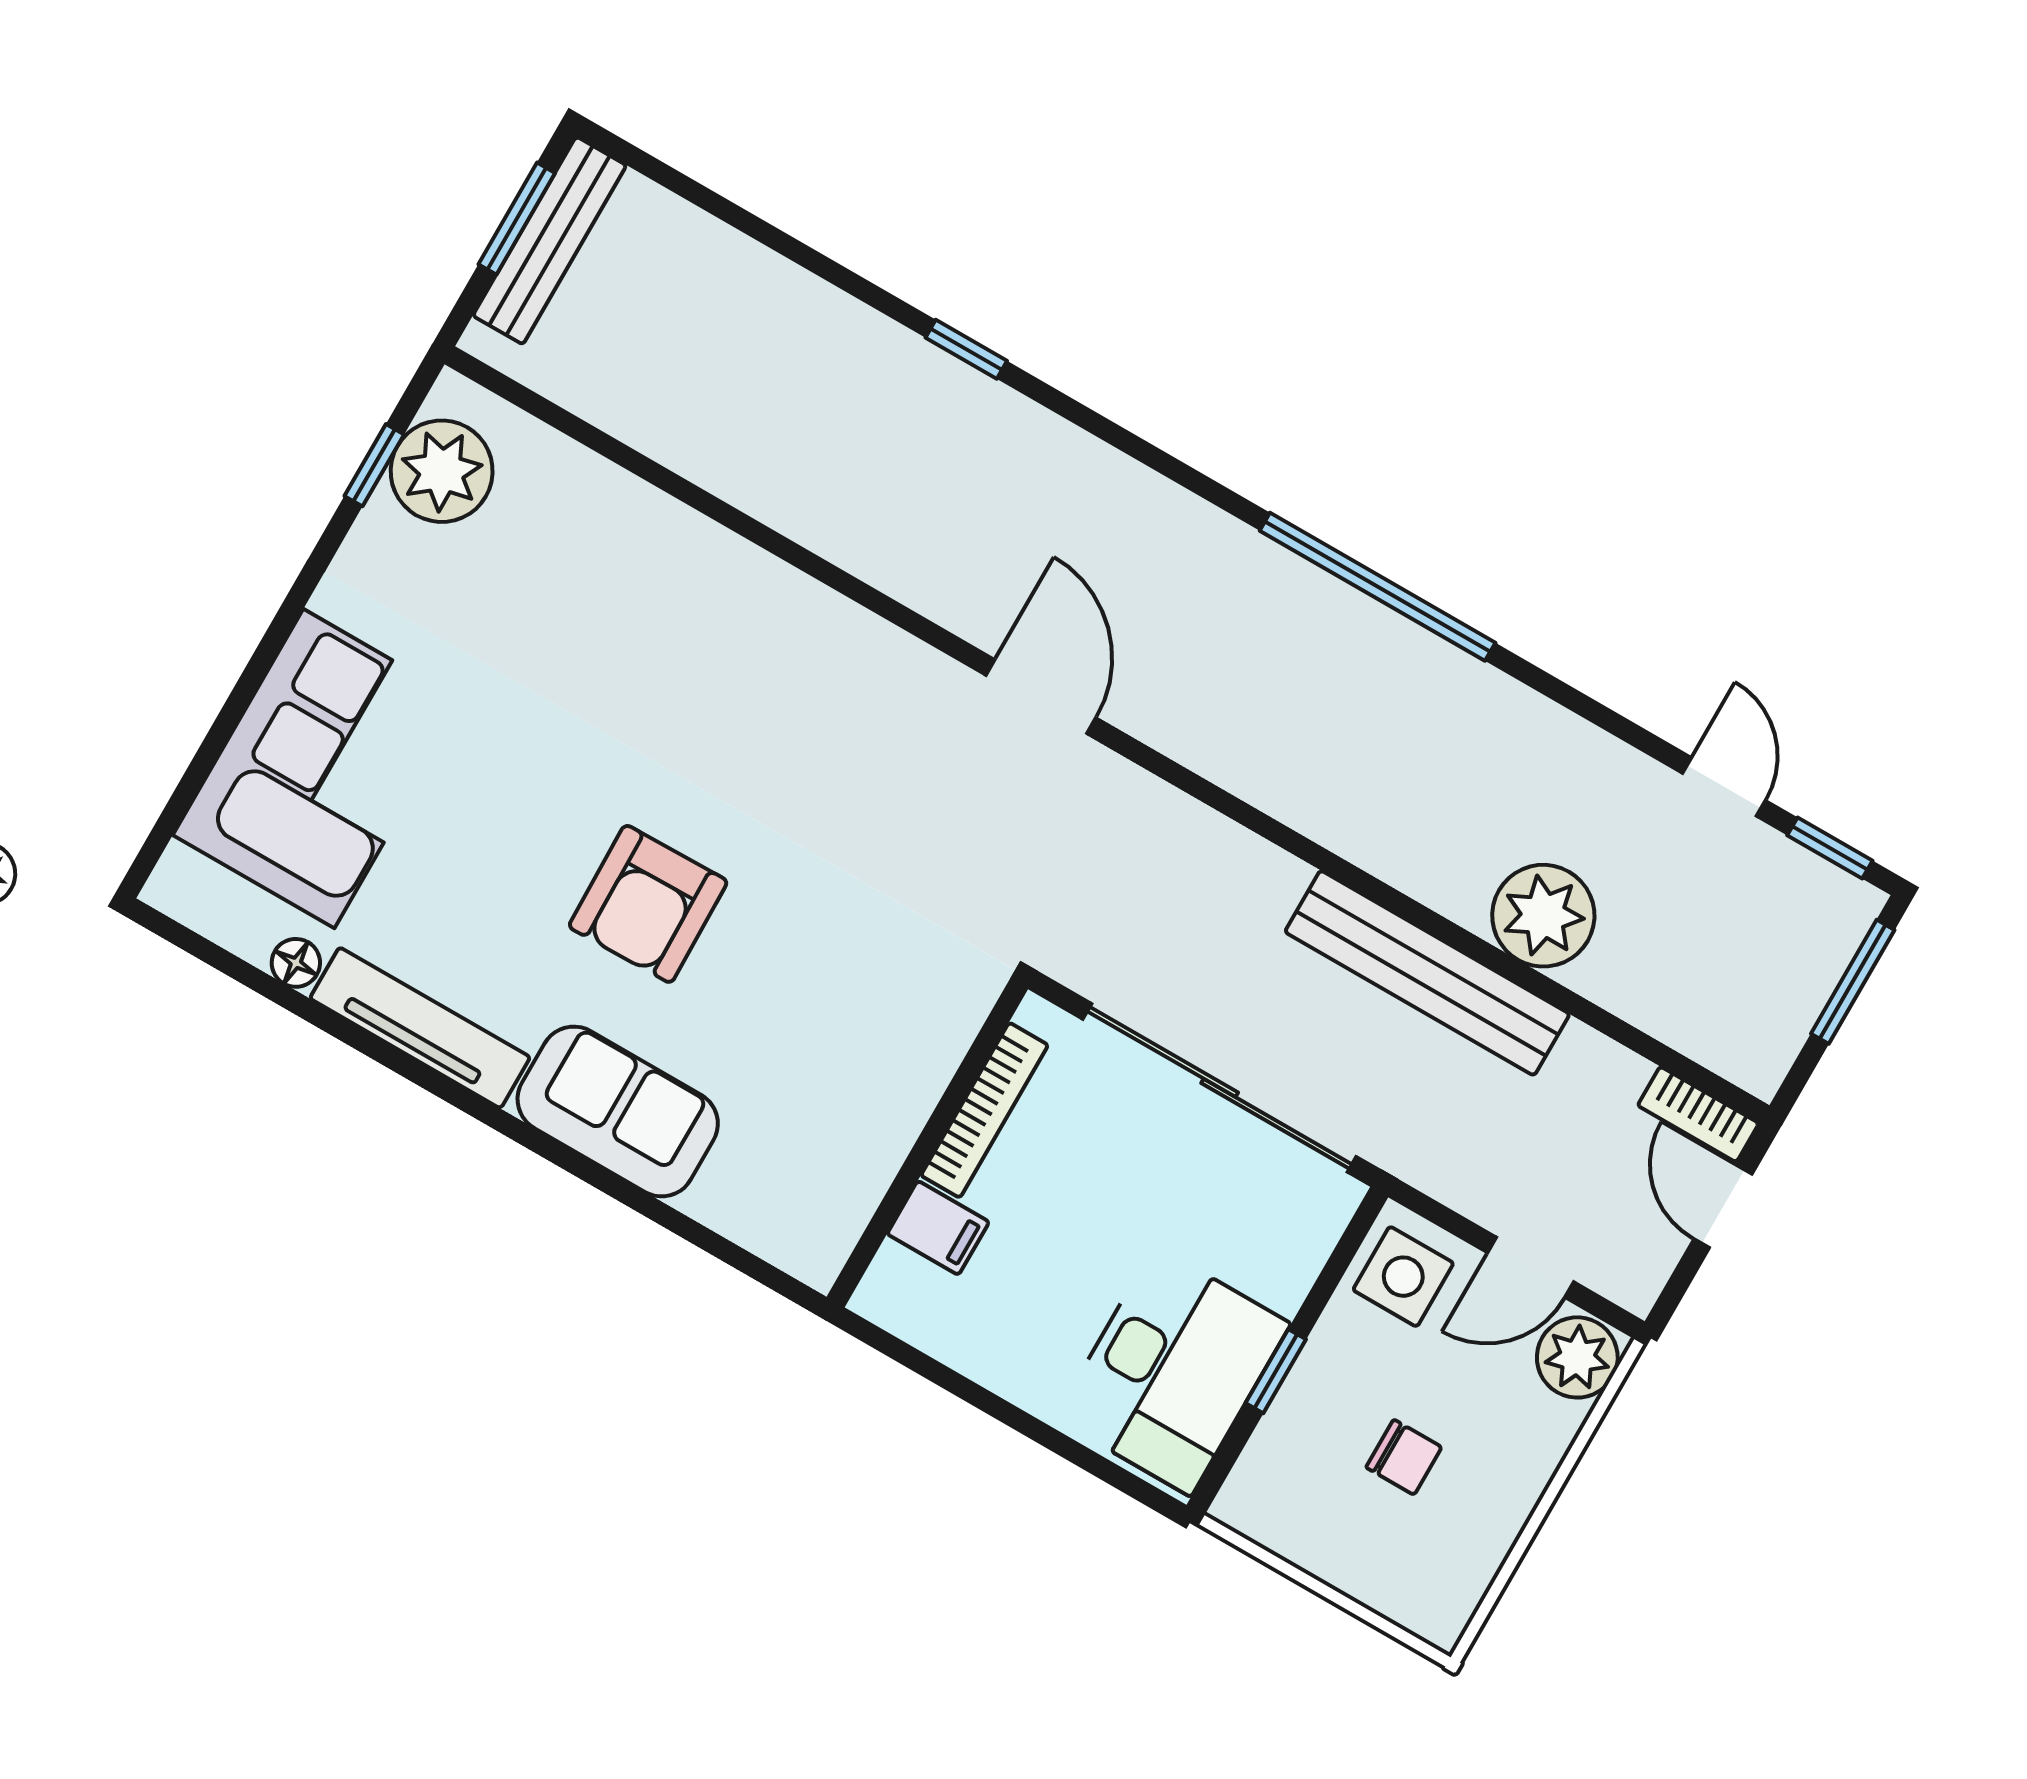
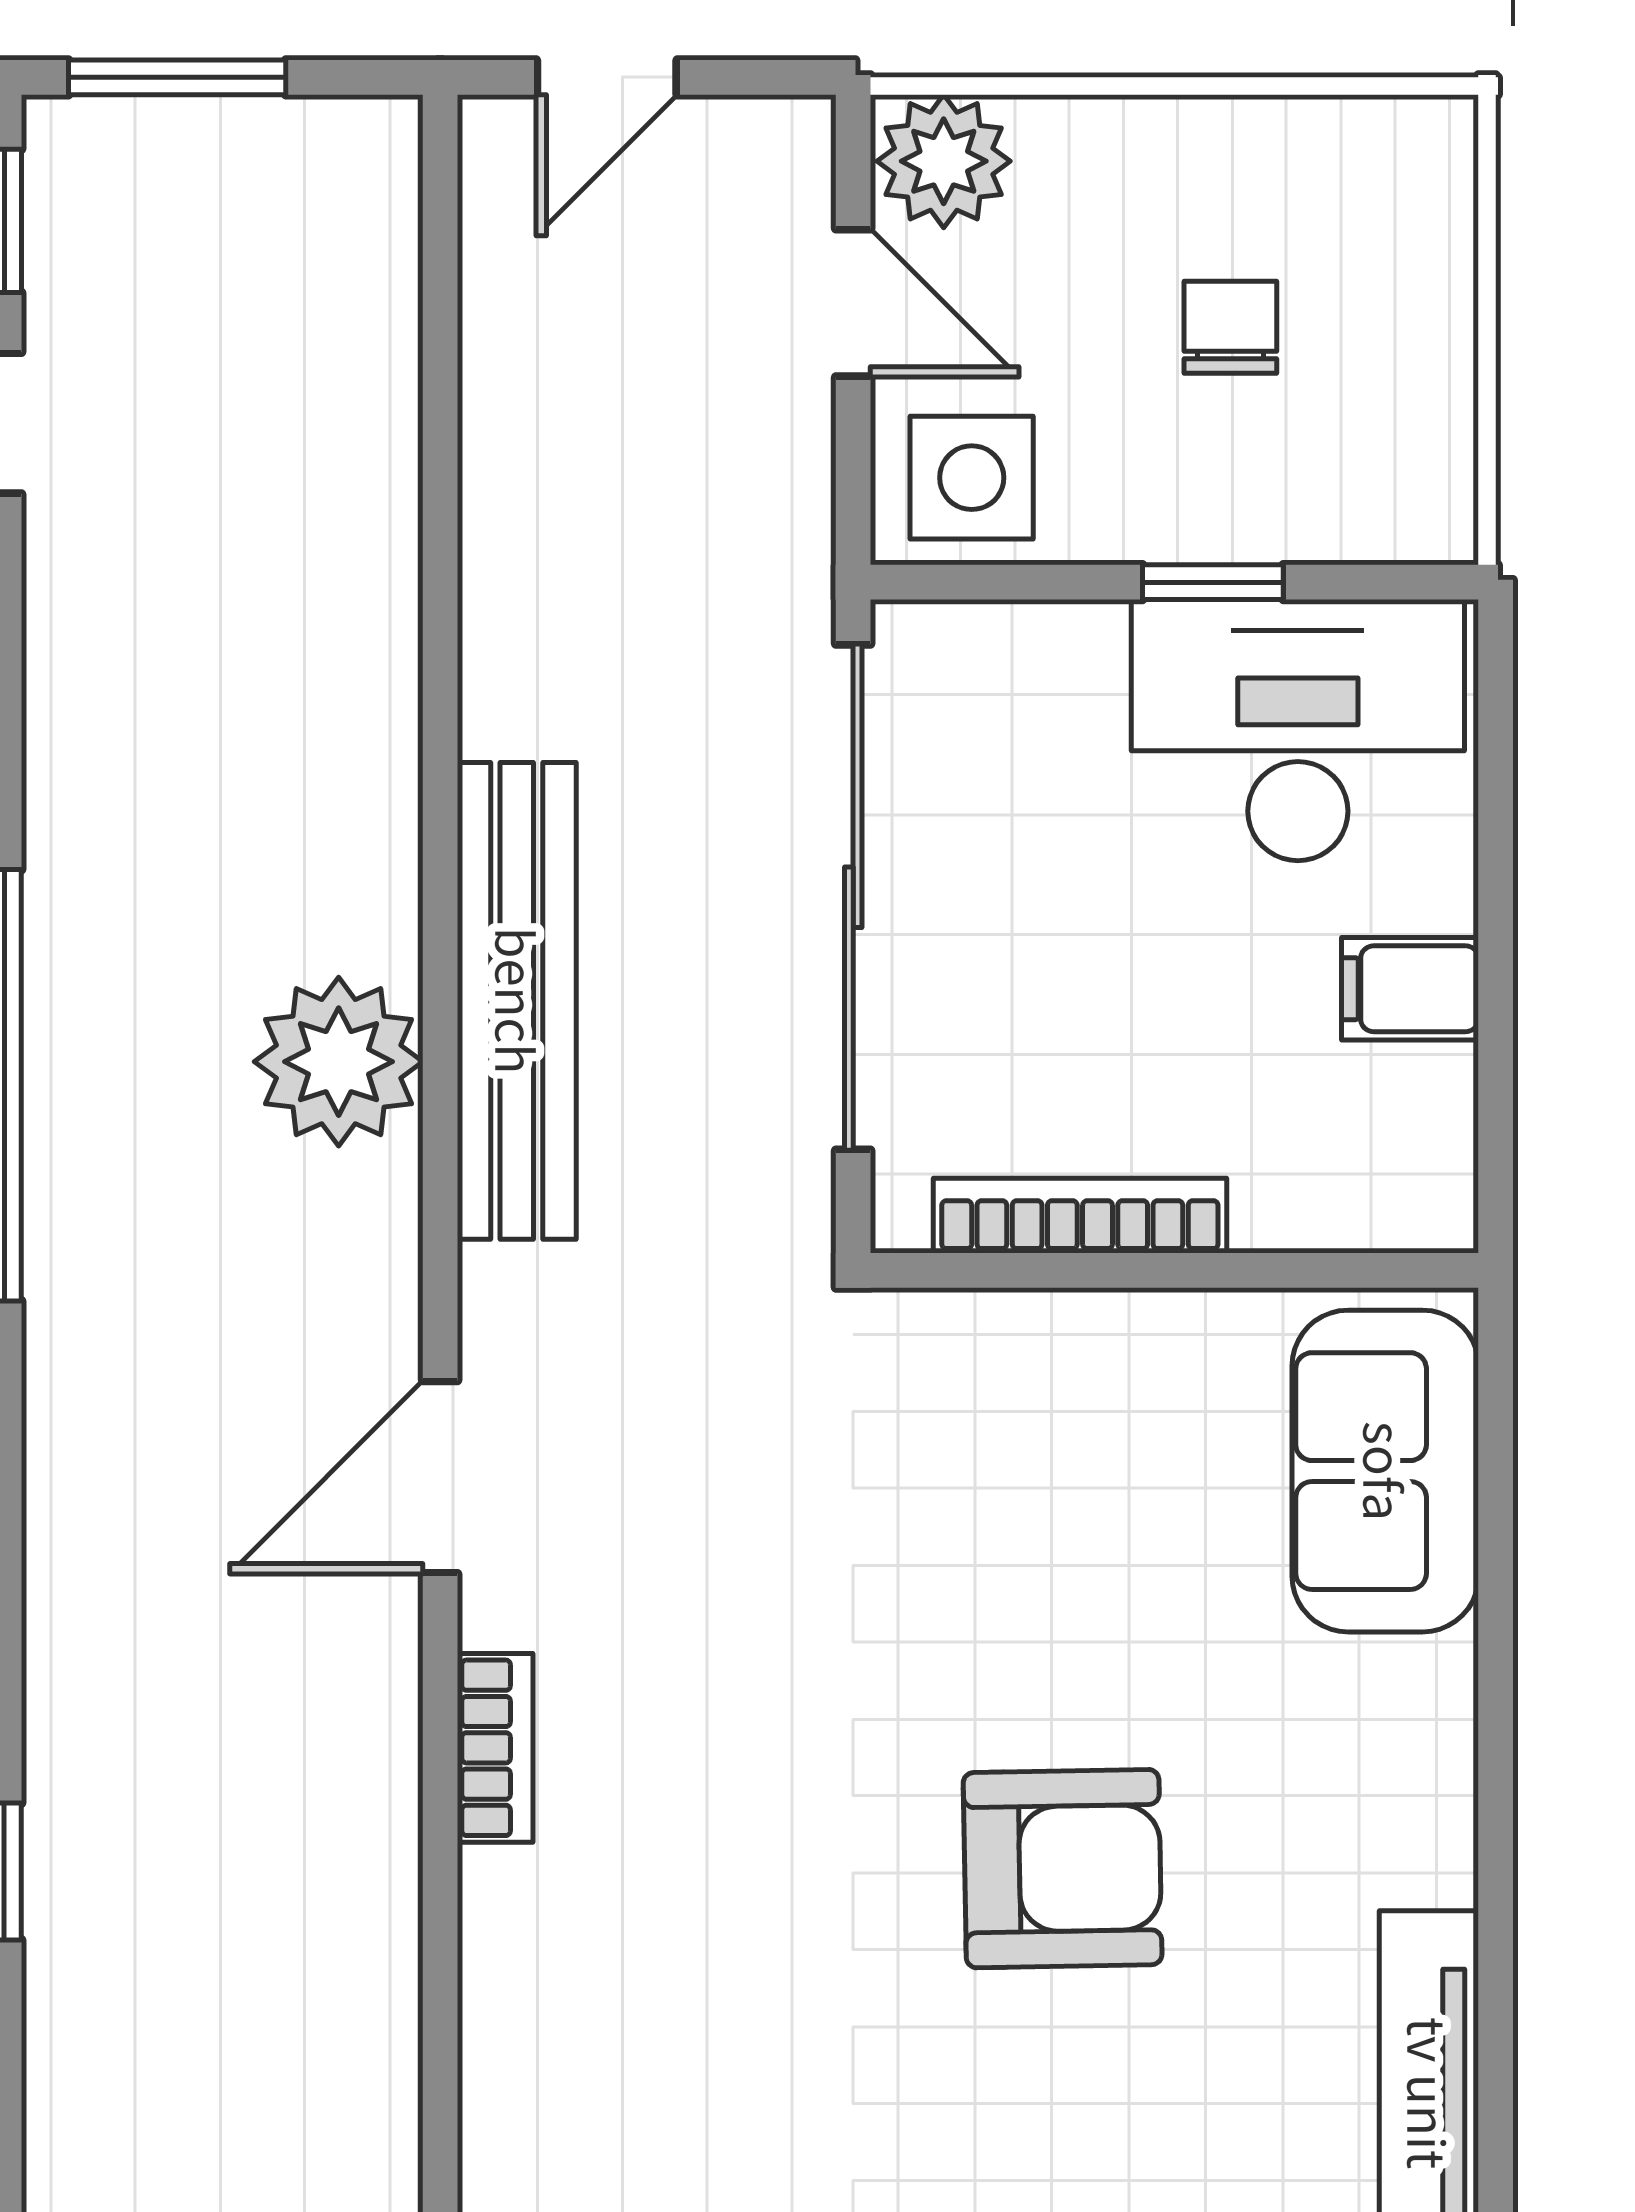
plant: (1543, 916) -> (339, 1062), moved
bench: (1427, 973) -> (517, 1001), moved
sofa: (618, 1111) -> (1385, 1471), moved
bookcase: (1698, 1114) -> (495, 1748), moved
filing cabinet: (938, 1228) -> (1410, 989), moved, turned -90

